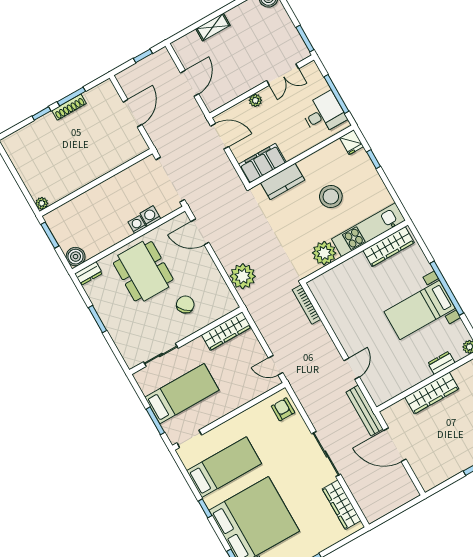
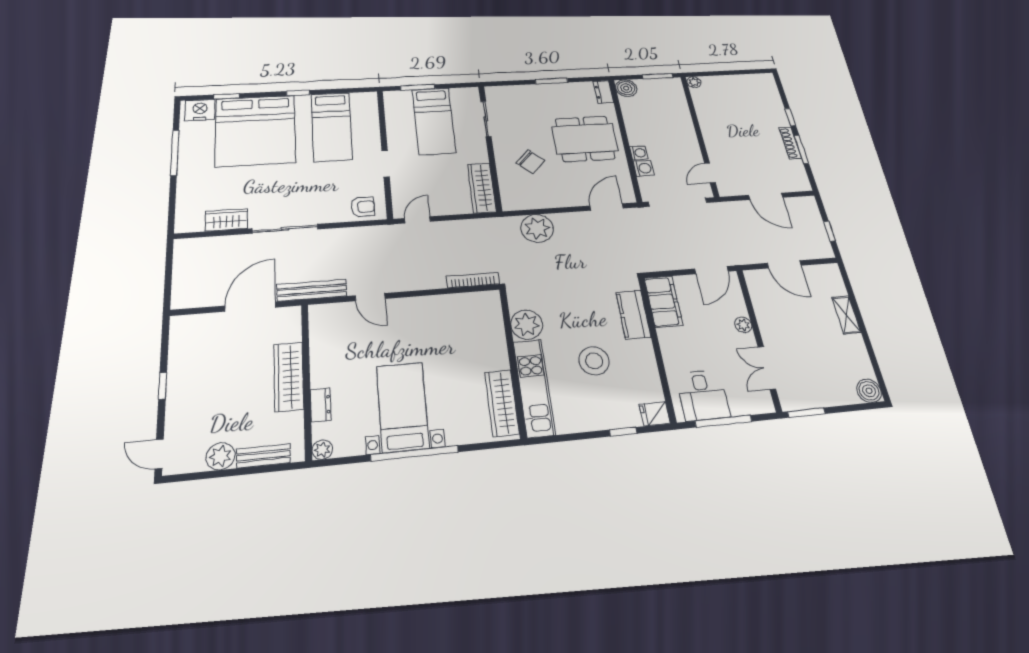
door: (130, 163) -> (710, 173), added
doorway: (189, 439) -> (386, 164), moved
wardrobe: (342, 505) -> (227, 220), width x0.67

